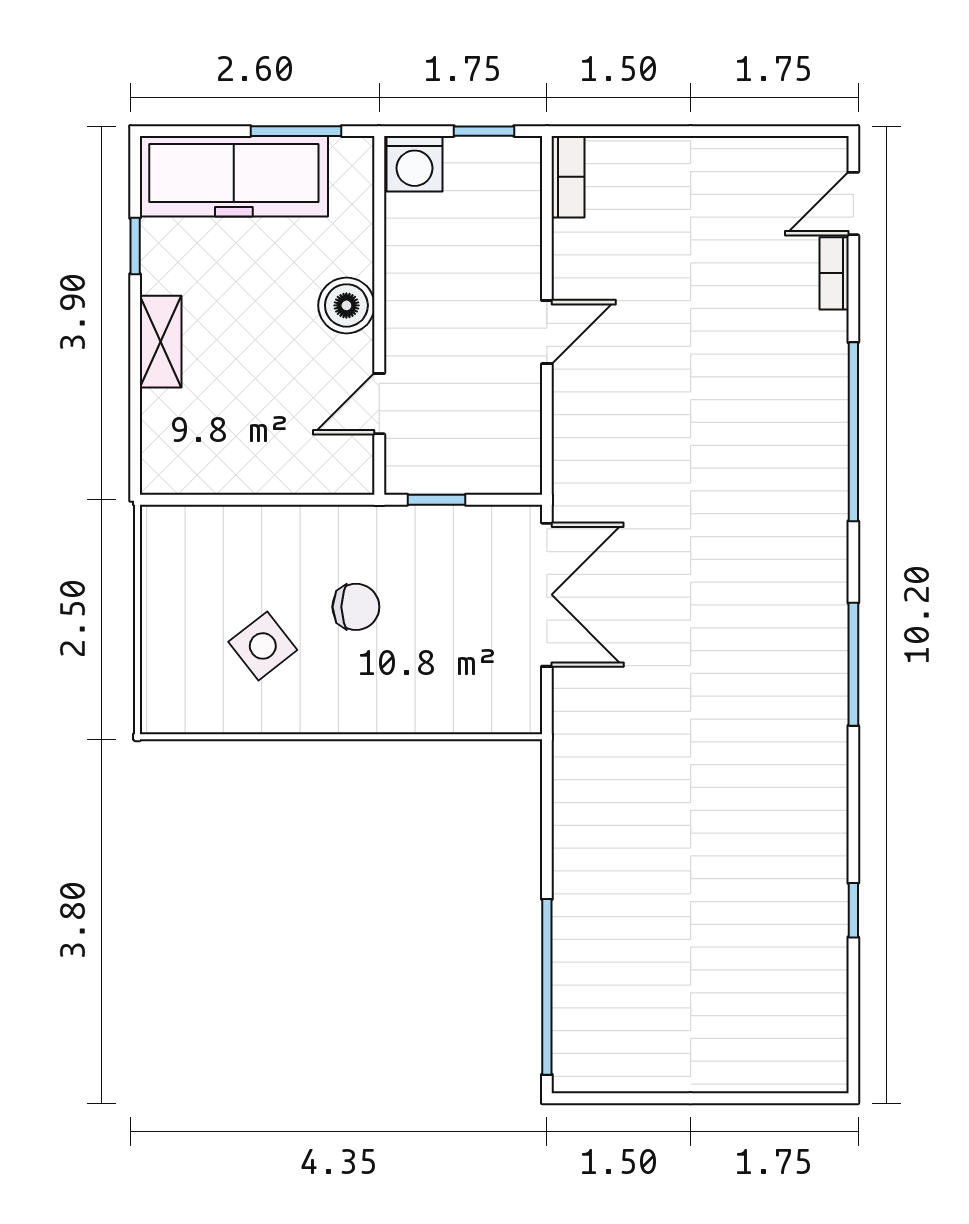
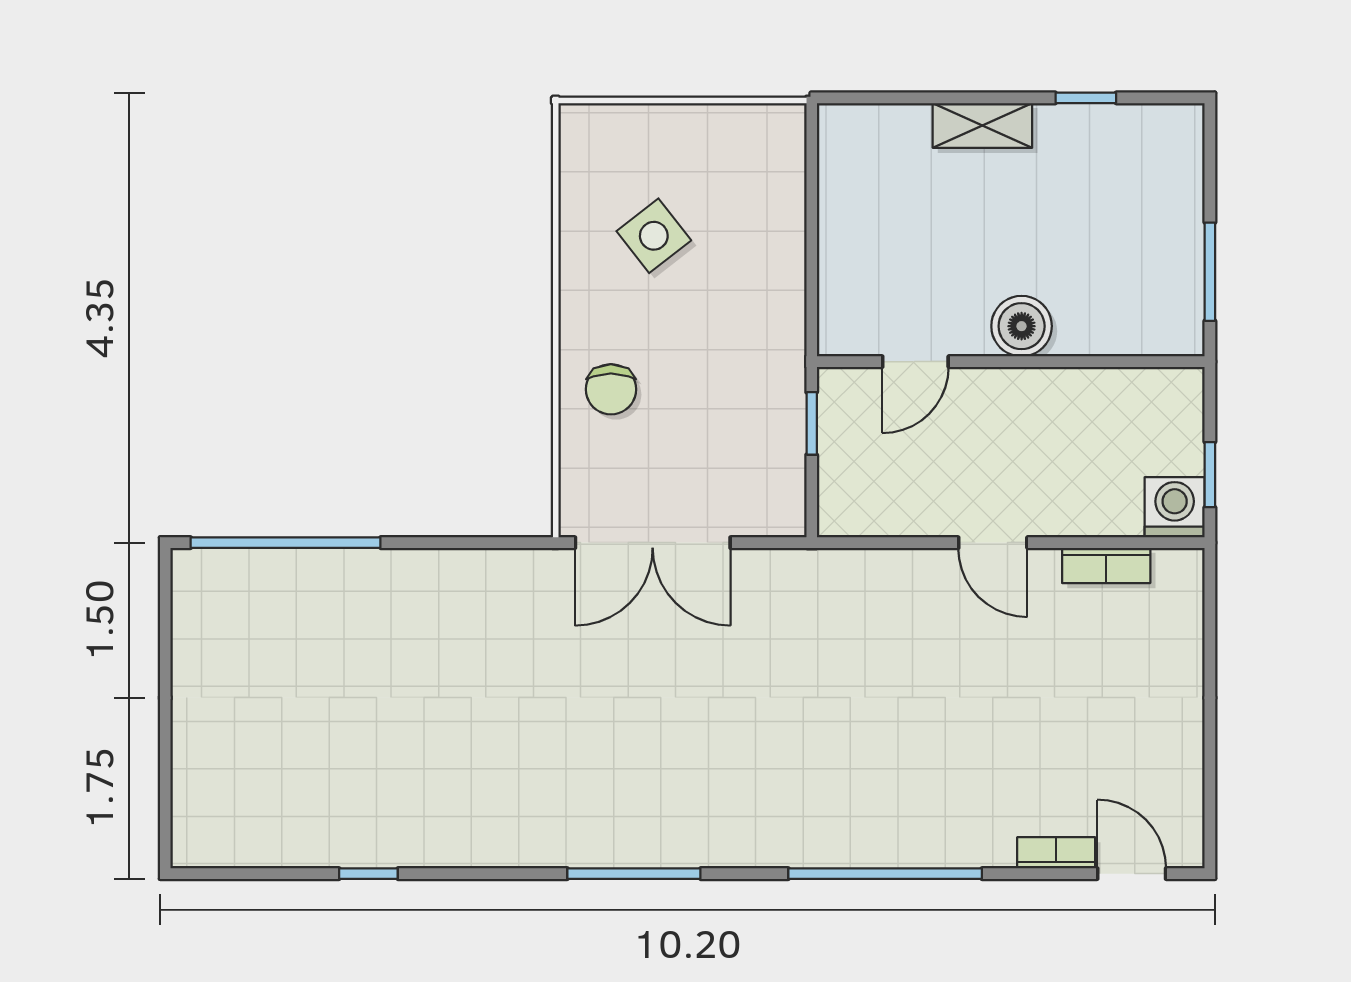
washing machine: (415, 164) -> (1175, 507), moved, turned 90
freezer: (234, 176) -> (1161, 205), removed
bookcase: (568, 177) -> (1106, 565), moved
door: (379, 404) -> (915, 362), swing flipped
double door: (547, 595) -> (653, 543), moved
chair: (356, 607) -> (611, 389), moved

